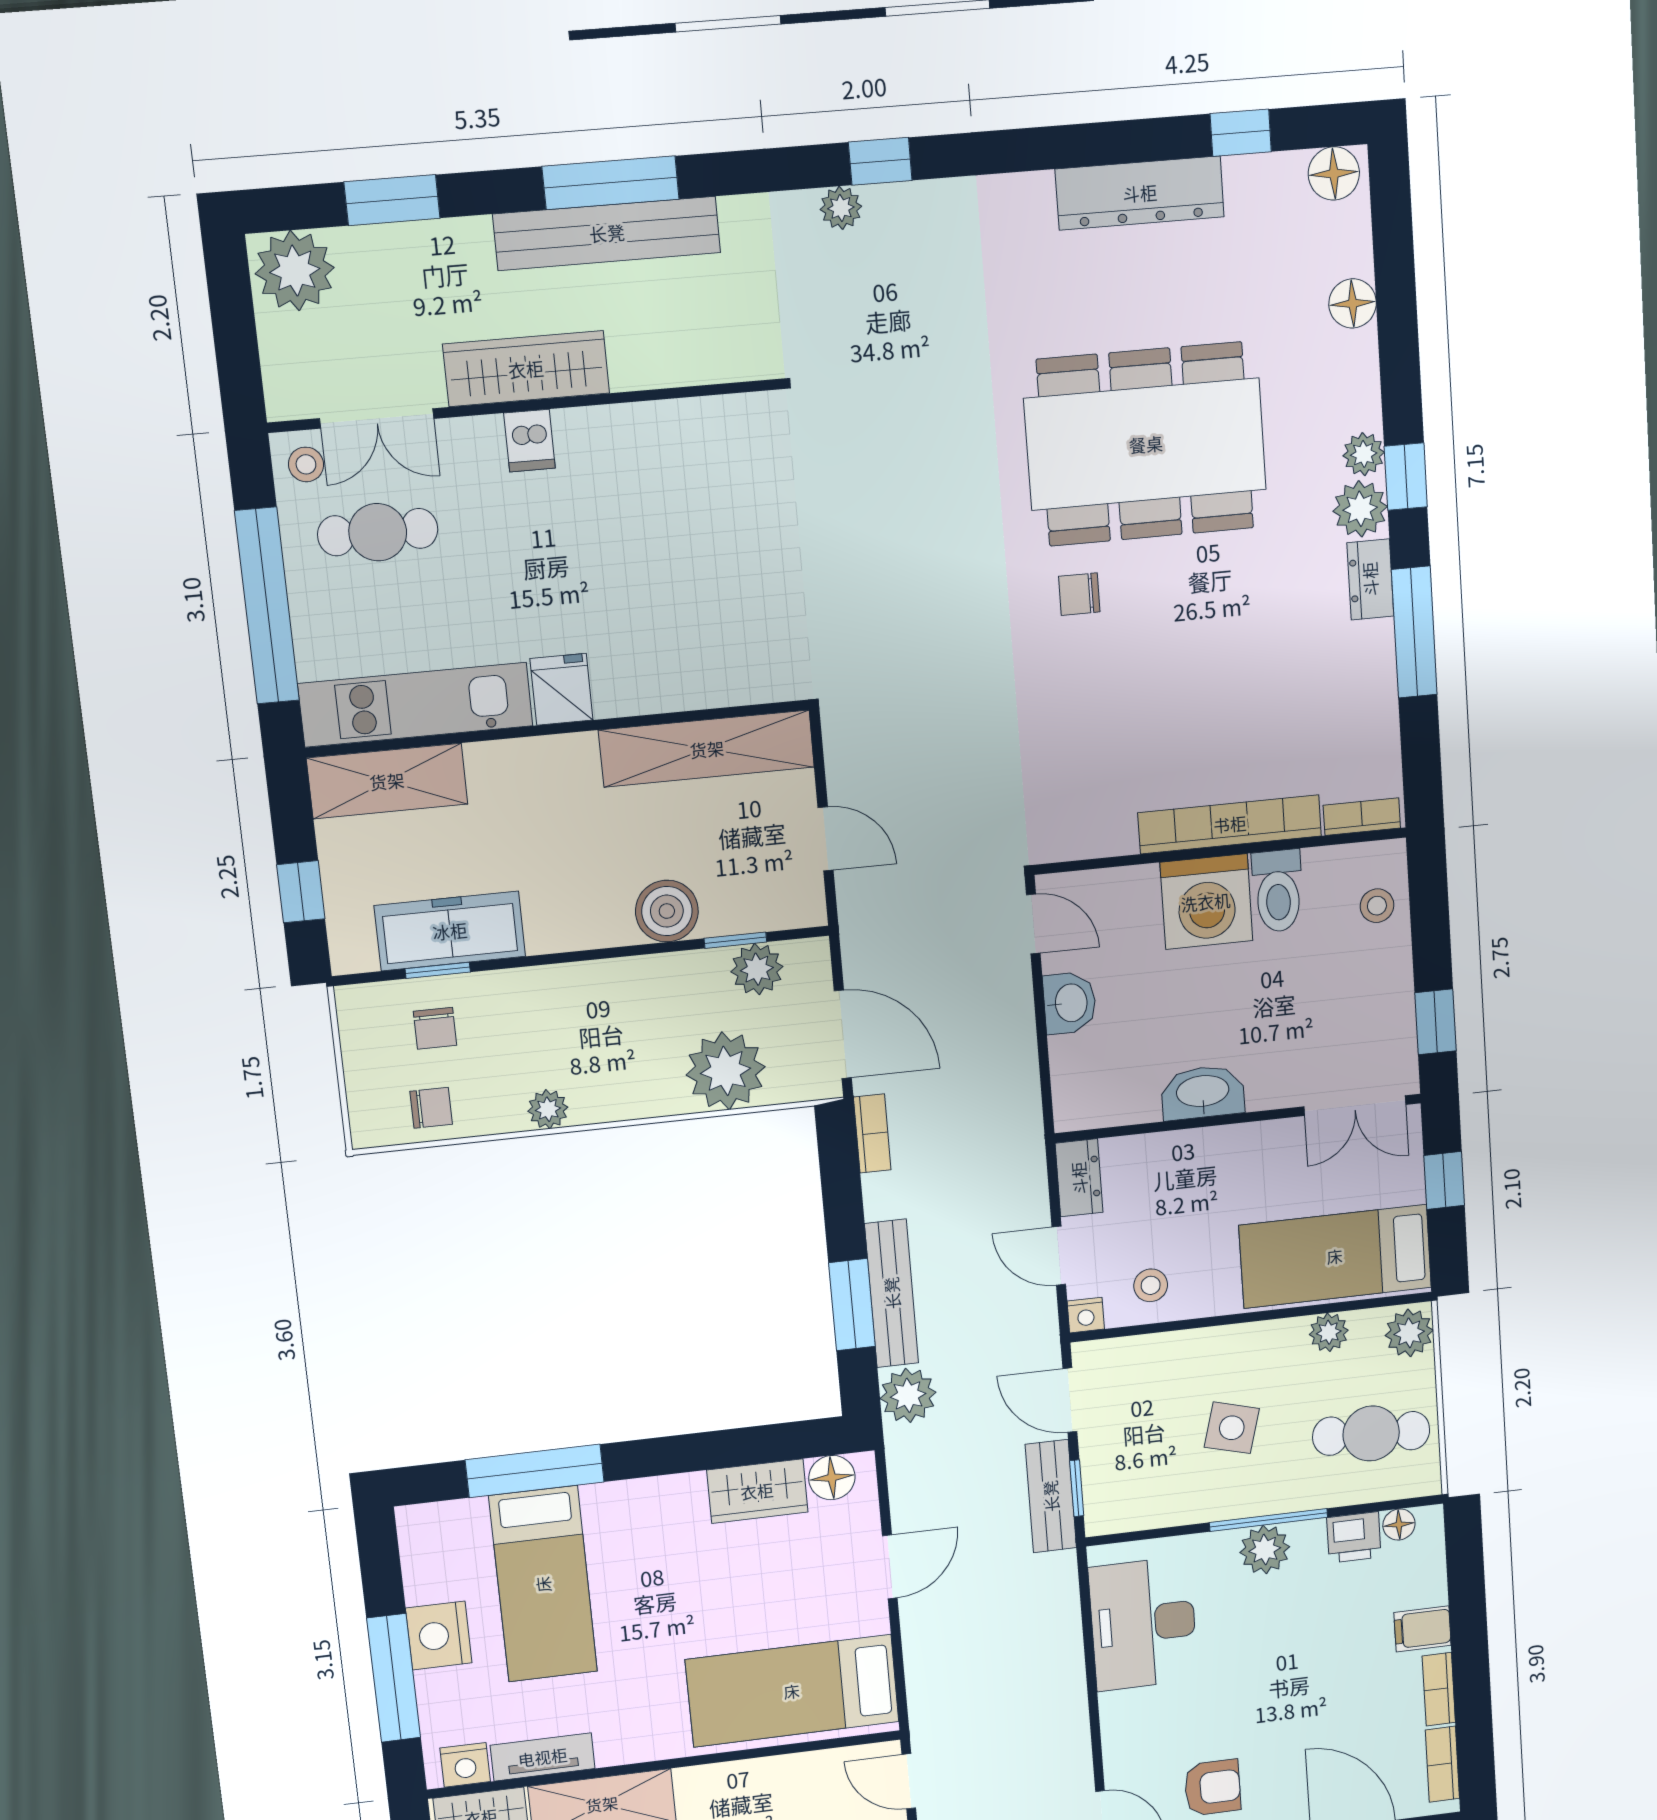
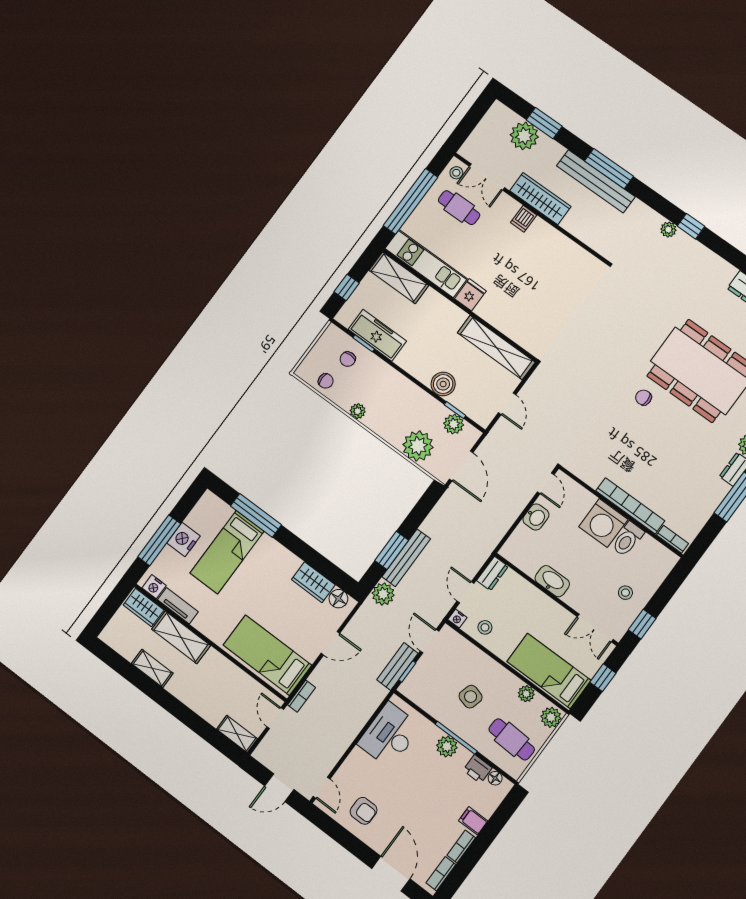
plant: (295, 271) -> (524, 136), moved
stool: (1377, 906) -> (625, 593), moved
bookcase: (872, 1133) -> (301, 696), moved

